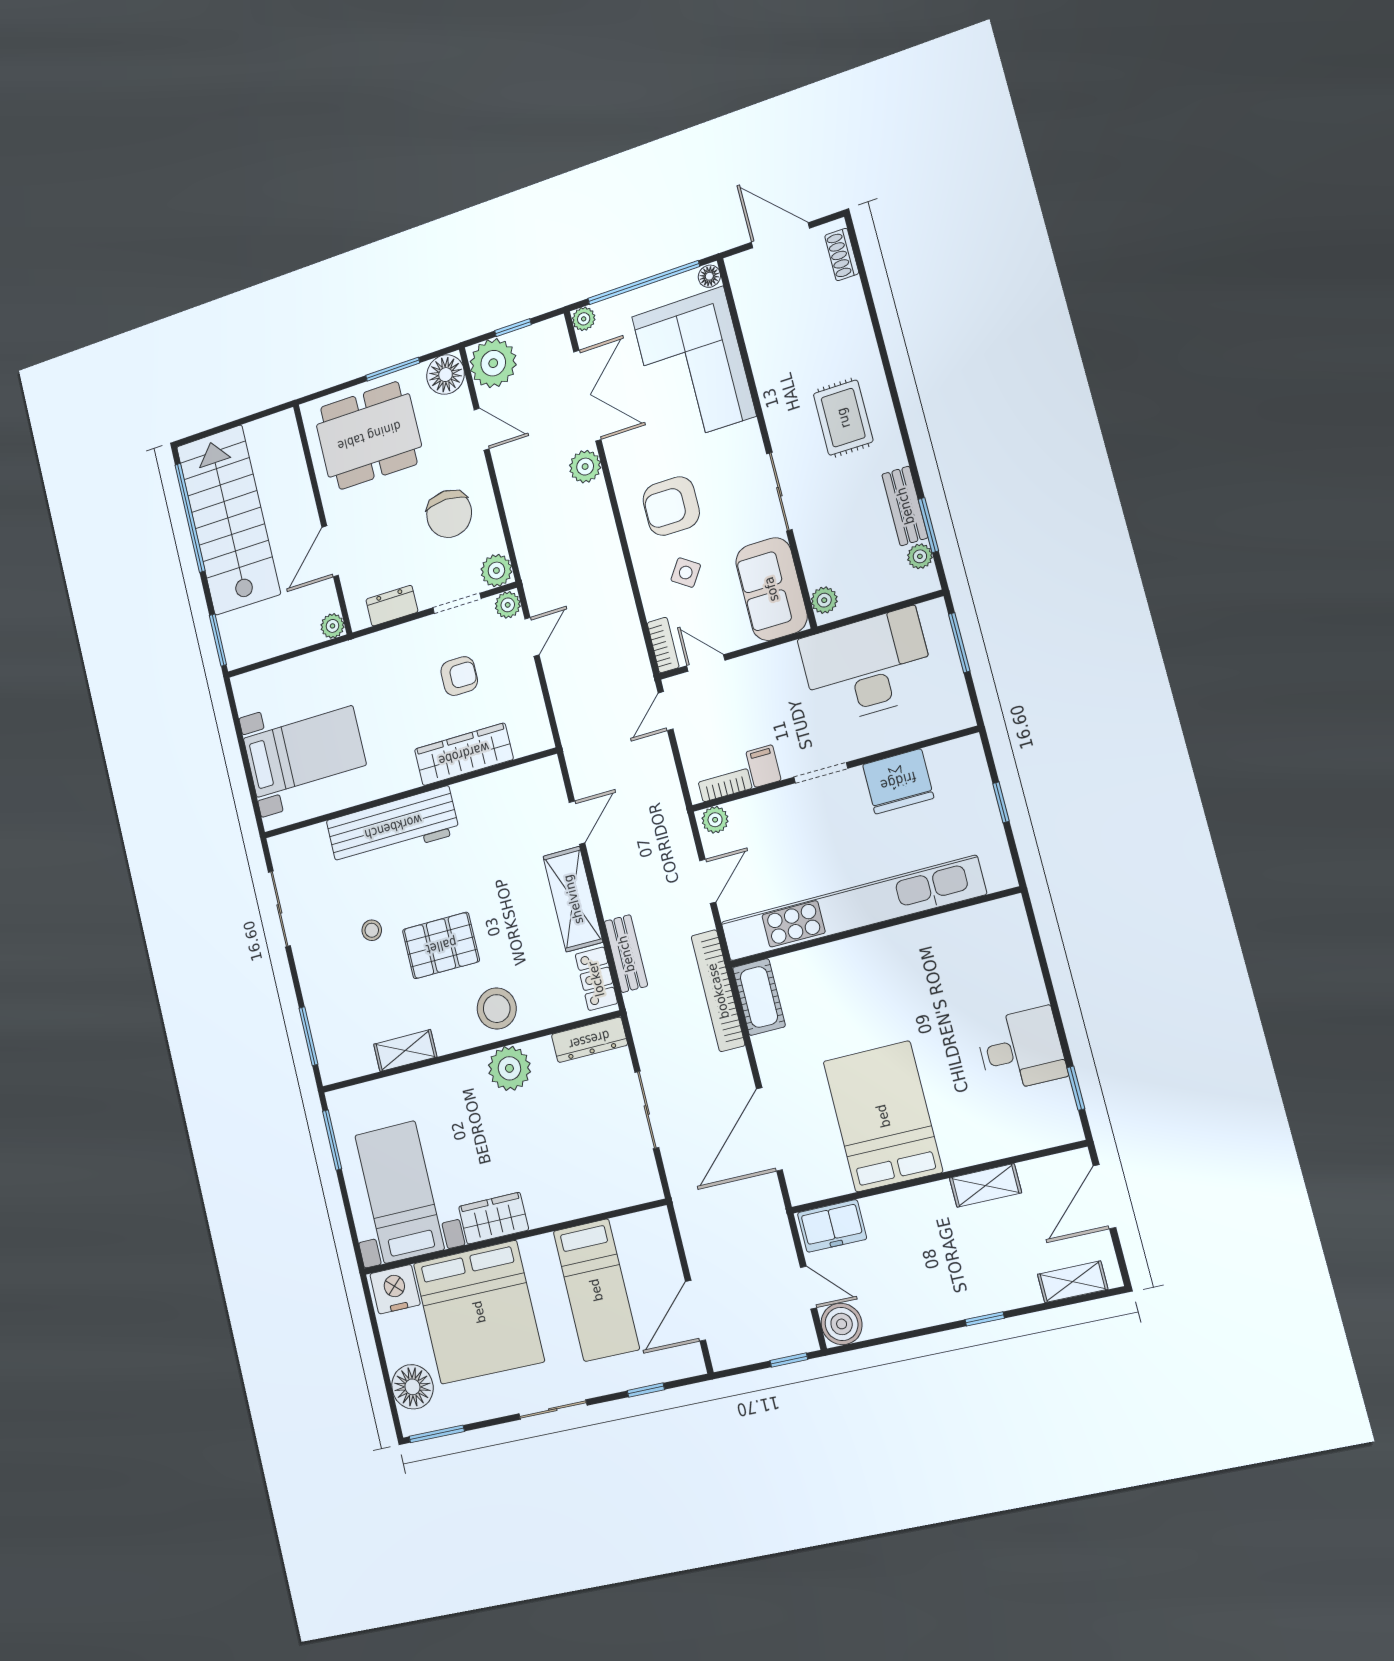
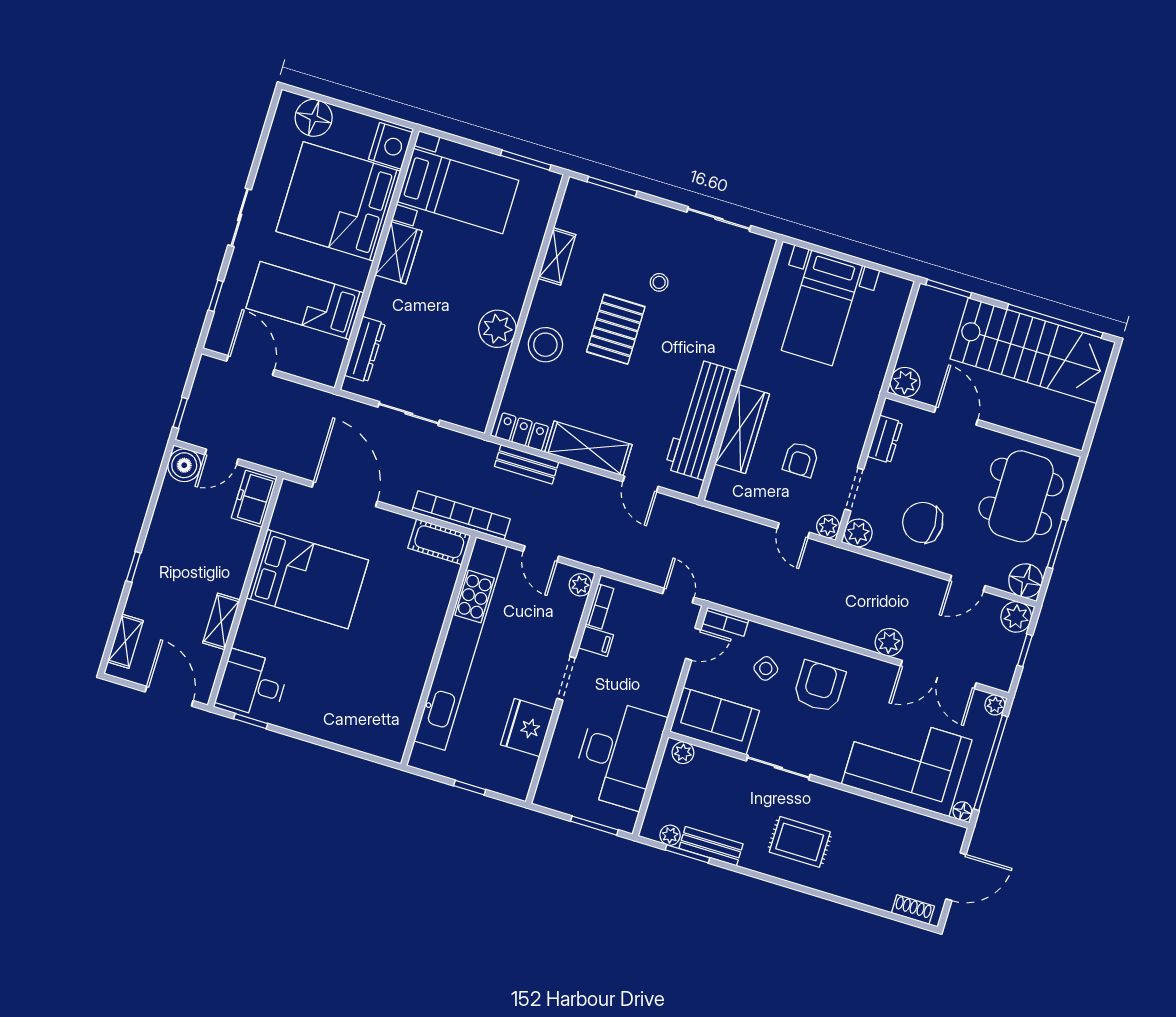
plant: (493, 363) -> (1016, 617), width x0.73, depth x0.73
plant: (332, 626) -> (905, 382), width x1.38, depth x1.38
workbench: (393, 827) -> (701, 420), moved
dresser: (589, 1040) -> (365, 349), moved, turned 180
desk: (1021, 1049) -> (252, 684), moved, turned 90
window: (437, 1434) -> (270, 117), removed

